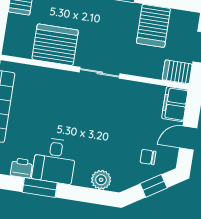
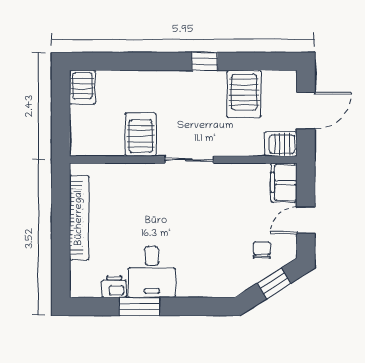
server rack: (55, 45) -> (141, 135), width x0.62
chair: (148, 157) -> (262, 250), turned 90
plant: (101, 180) -> (211, 286), removed

